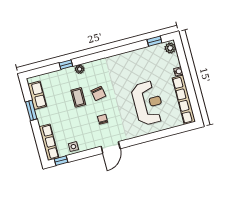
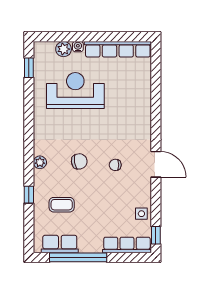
plant: (170, 48) -> (64, 49), moved
plant: (80, 69) -> (40, 162), moved
coffee table: (78, 97) -> (62, 205), moved
reception desk: (148, 103) -> (75, 91), moved
window: (31, 110) -> (78, 257), width x2.11

